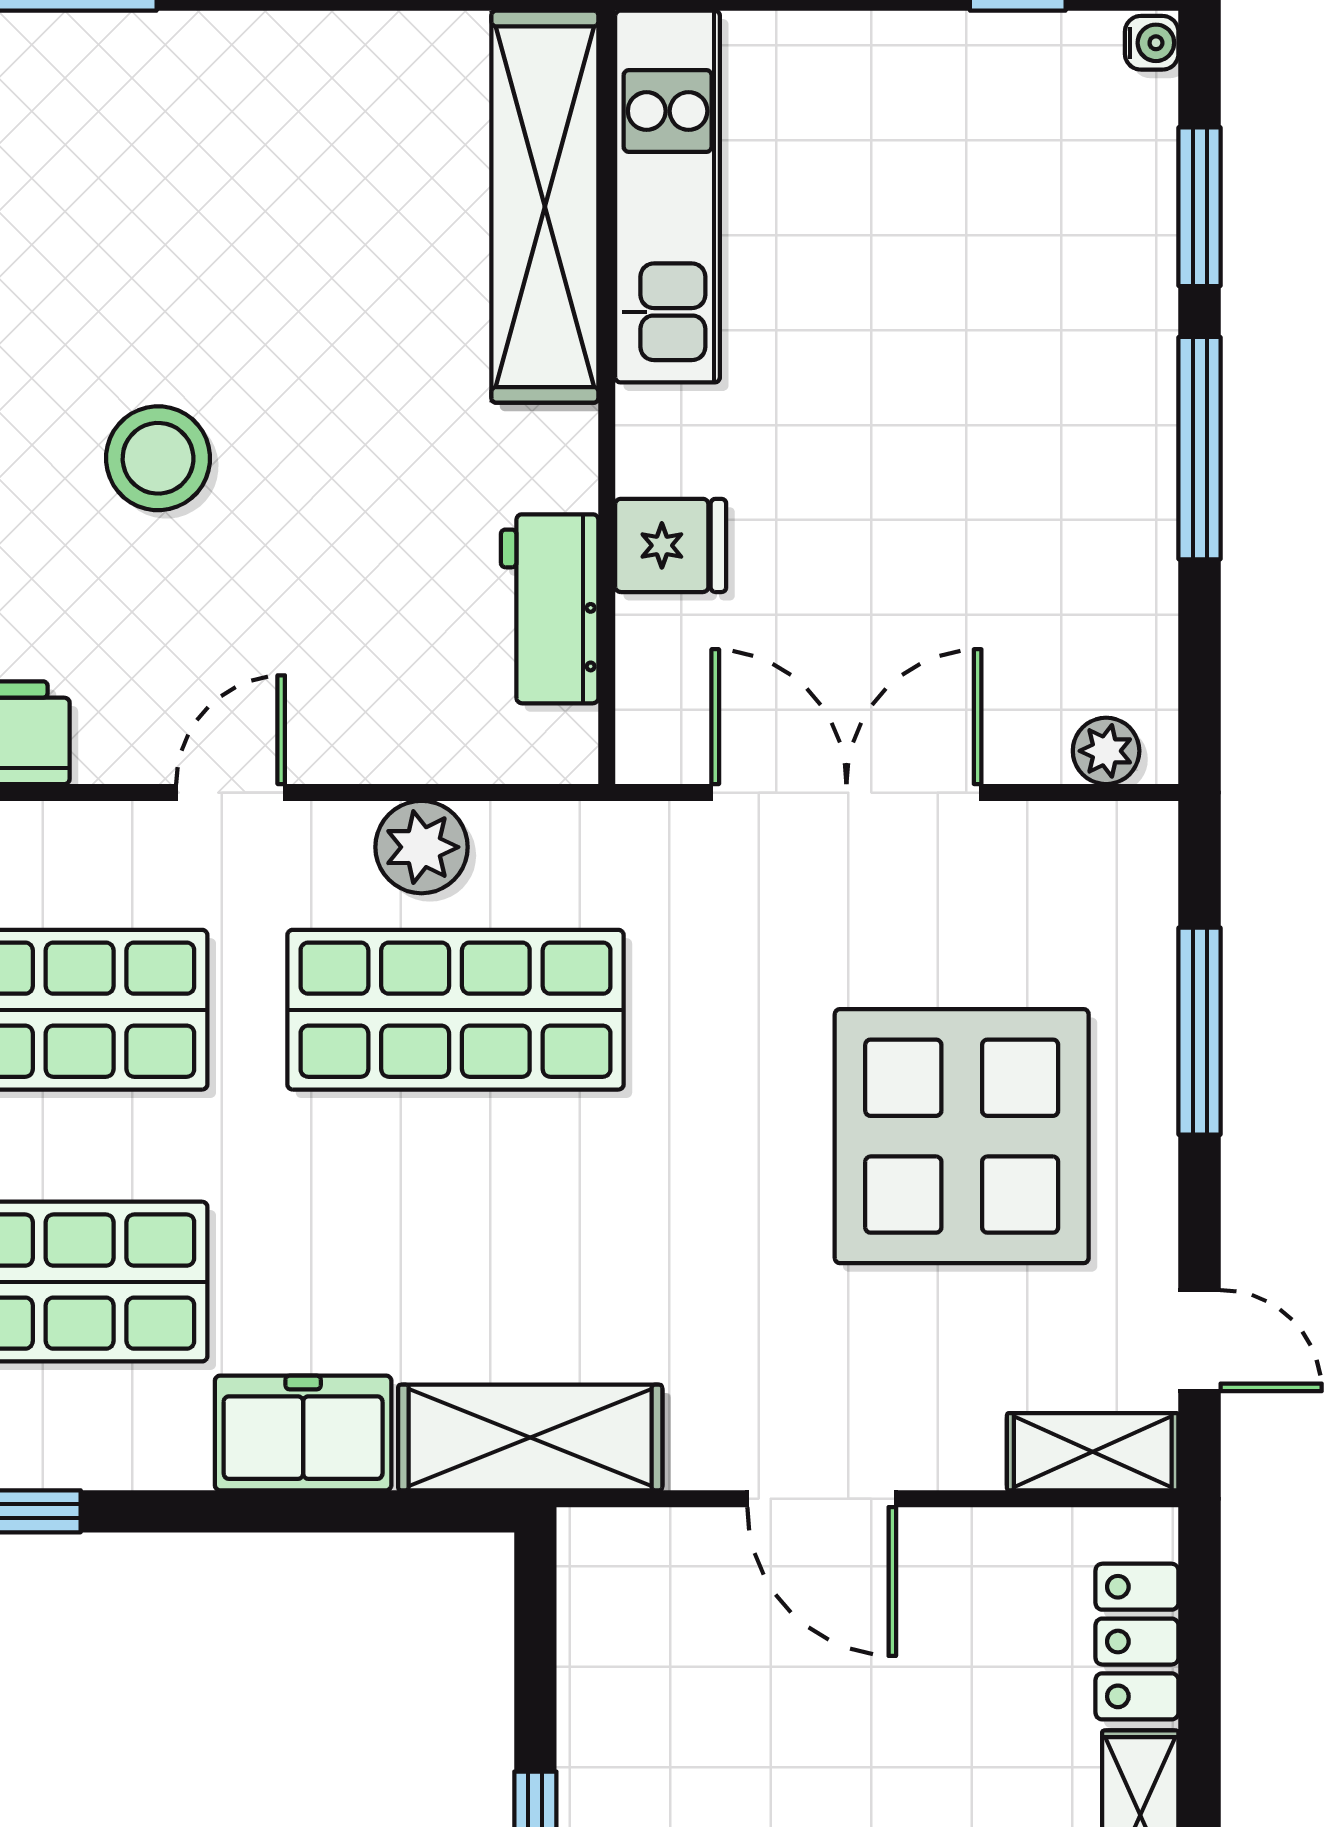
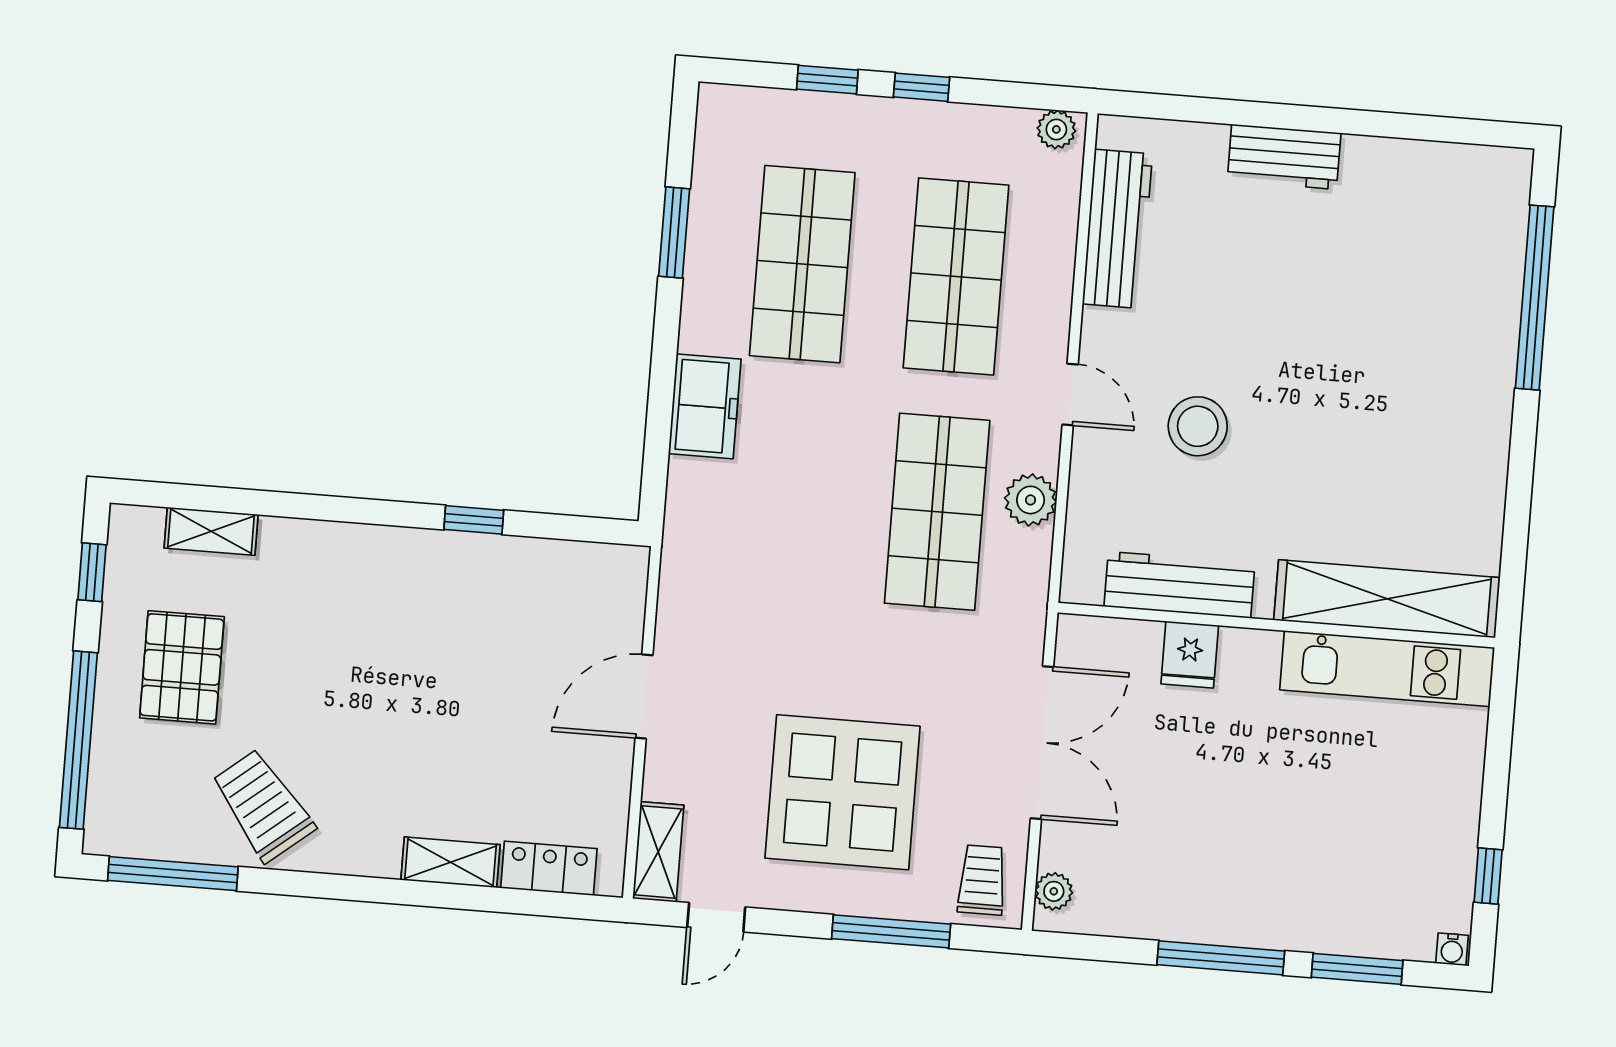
stool: (158, 458) -> (1198, 426), moved
workbench: (550, 609) -> (1179, 585), width x1.38
trolley: (1096, 879) -> (982, 880), added
shelving: (530, 1437) -> (692, 535), removed

